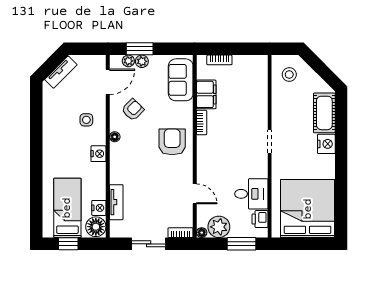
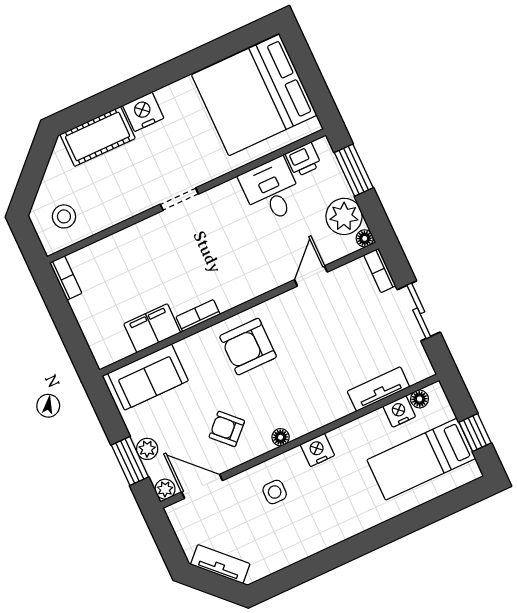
bookcase: (219, 60) -> (66, 278), moved
plant: (128, 61) -> (165, 489), moved
floor lamp: (96, 227) -> (420, 399), width x0.53, depth x0.53

